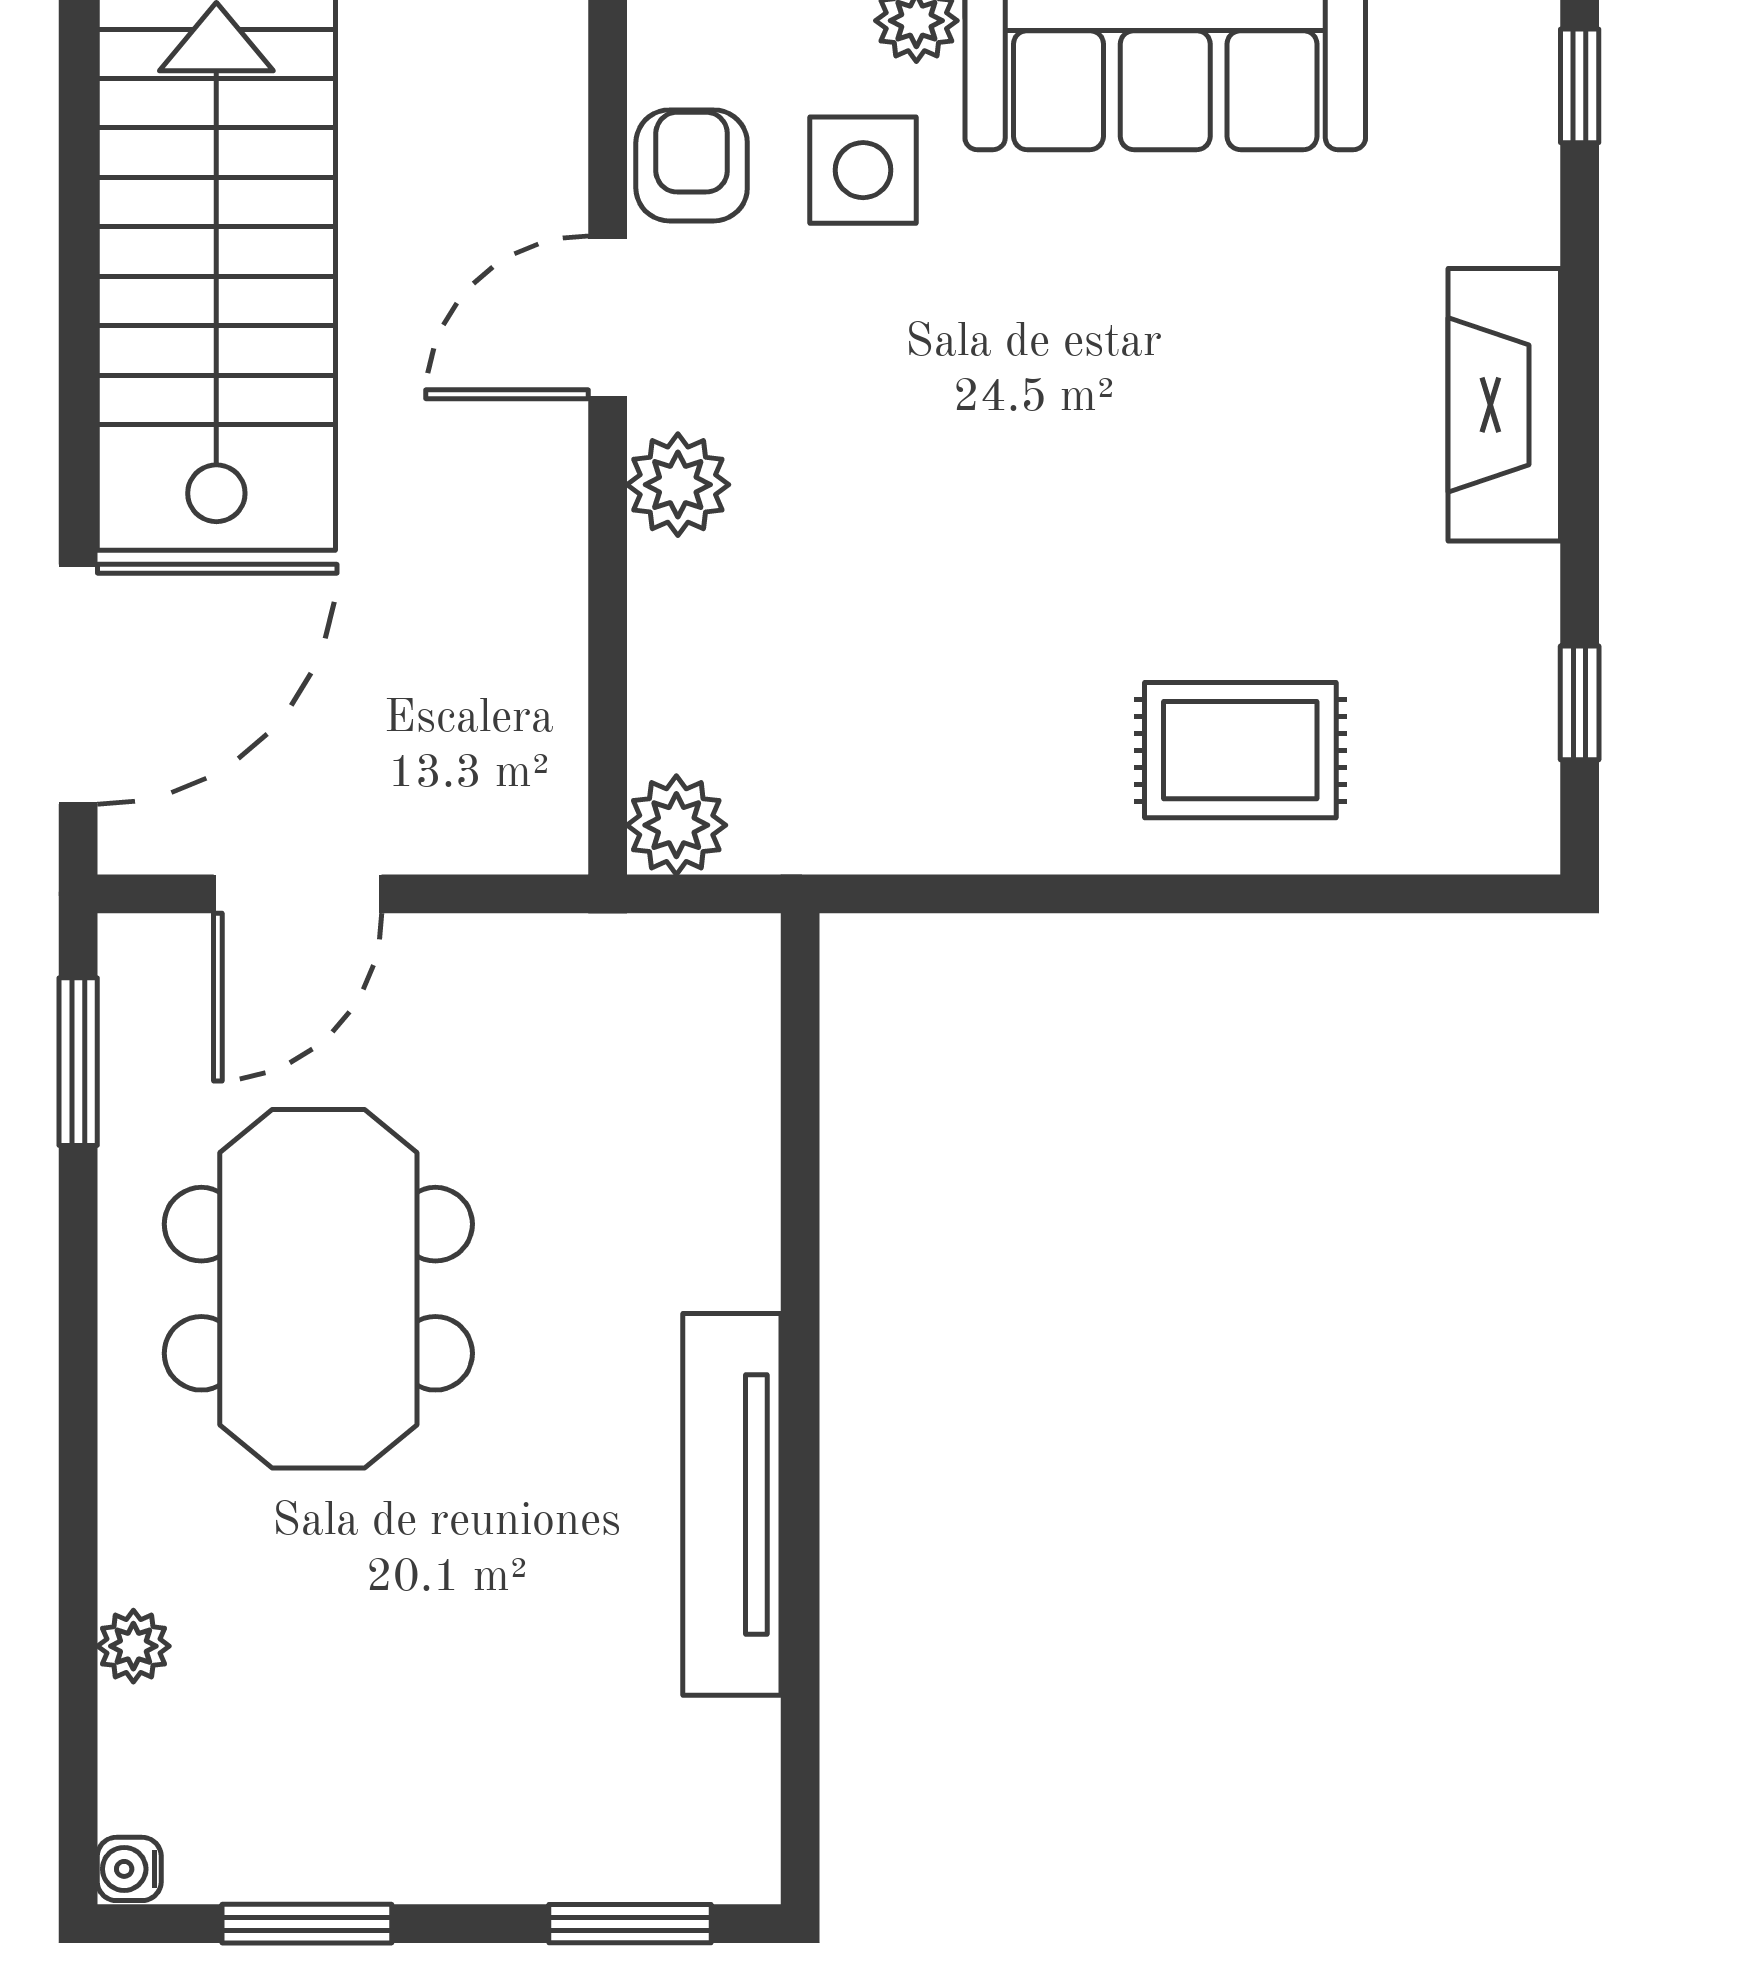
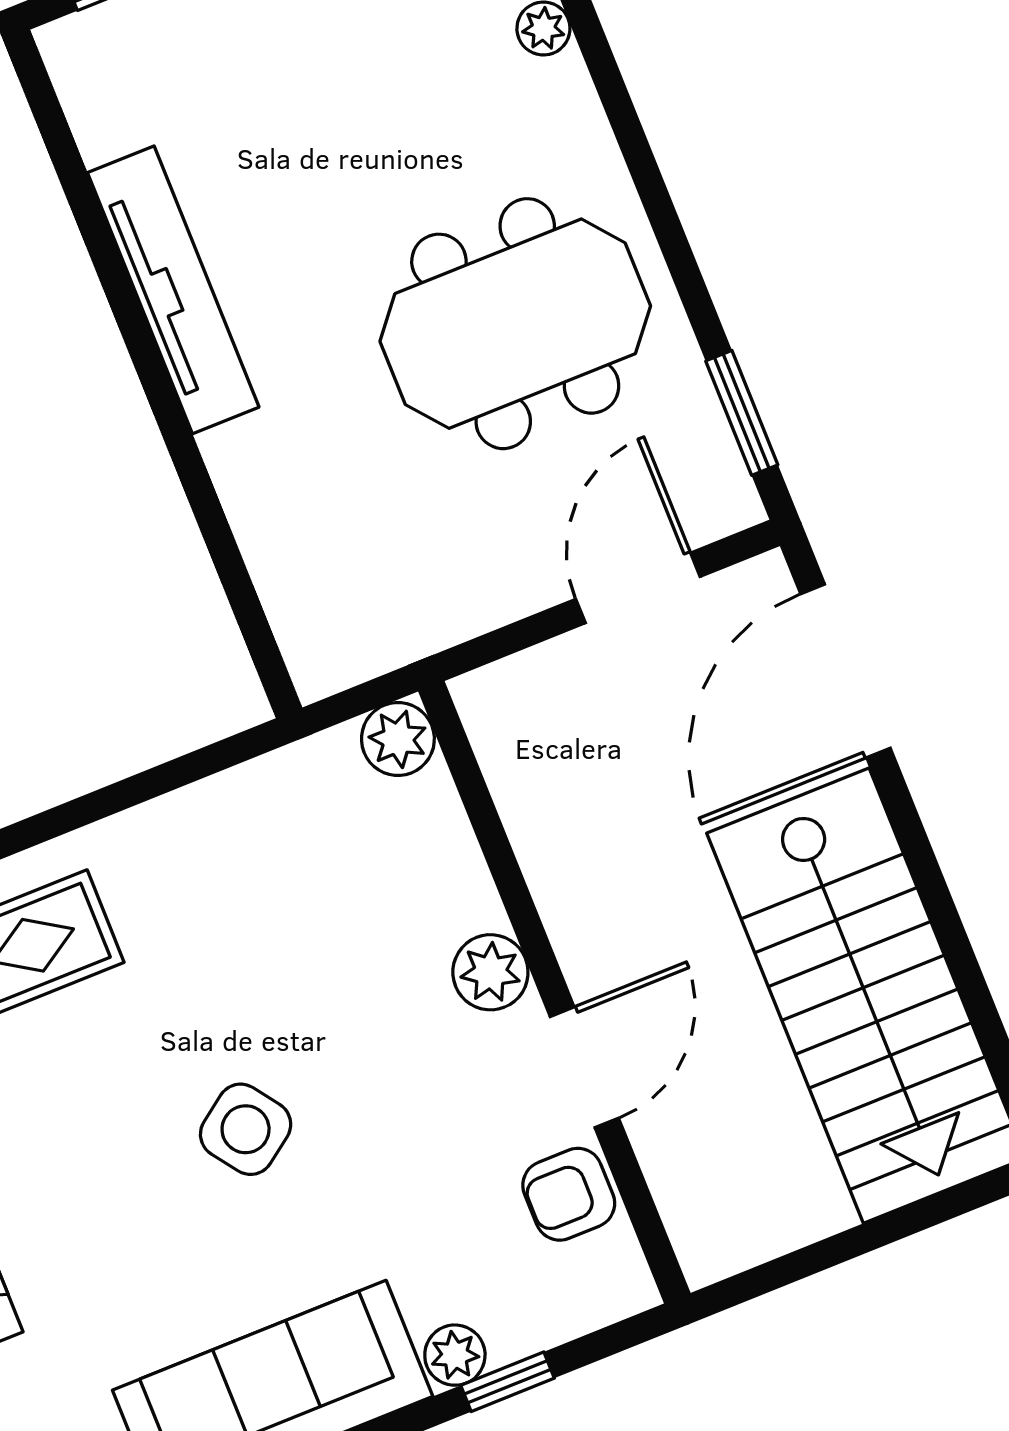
armchair: (692, 165) -> (569, 1194), turned 90
side table: (863, 170) -> (246, 1129), moved, turned -36
meeting table: (318, 1289) -> (515, 324), turned 90

